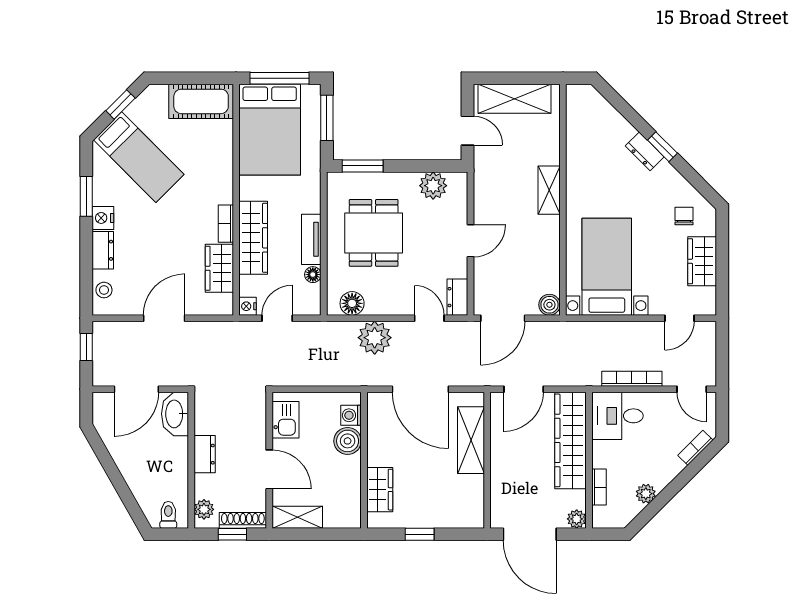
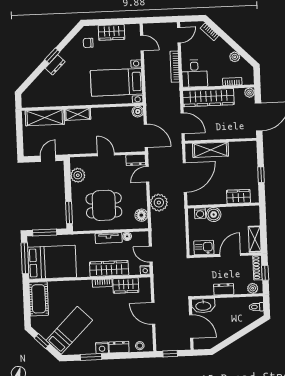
shelving: (514, 99) -> (45, 118), moved, turned 90

